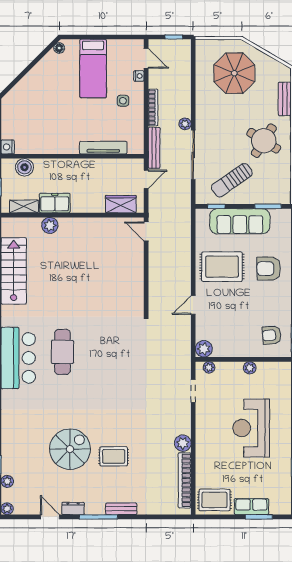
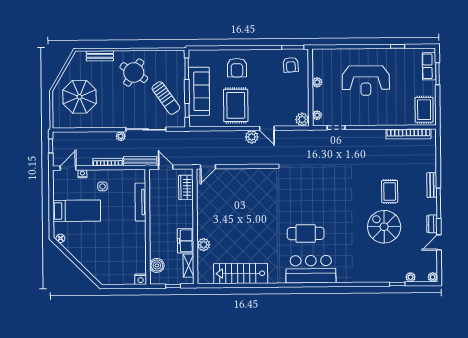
plant: (183, 443) -> (252, 137), moved
row of seats: (251, 507) -> (429, 66), moved

